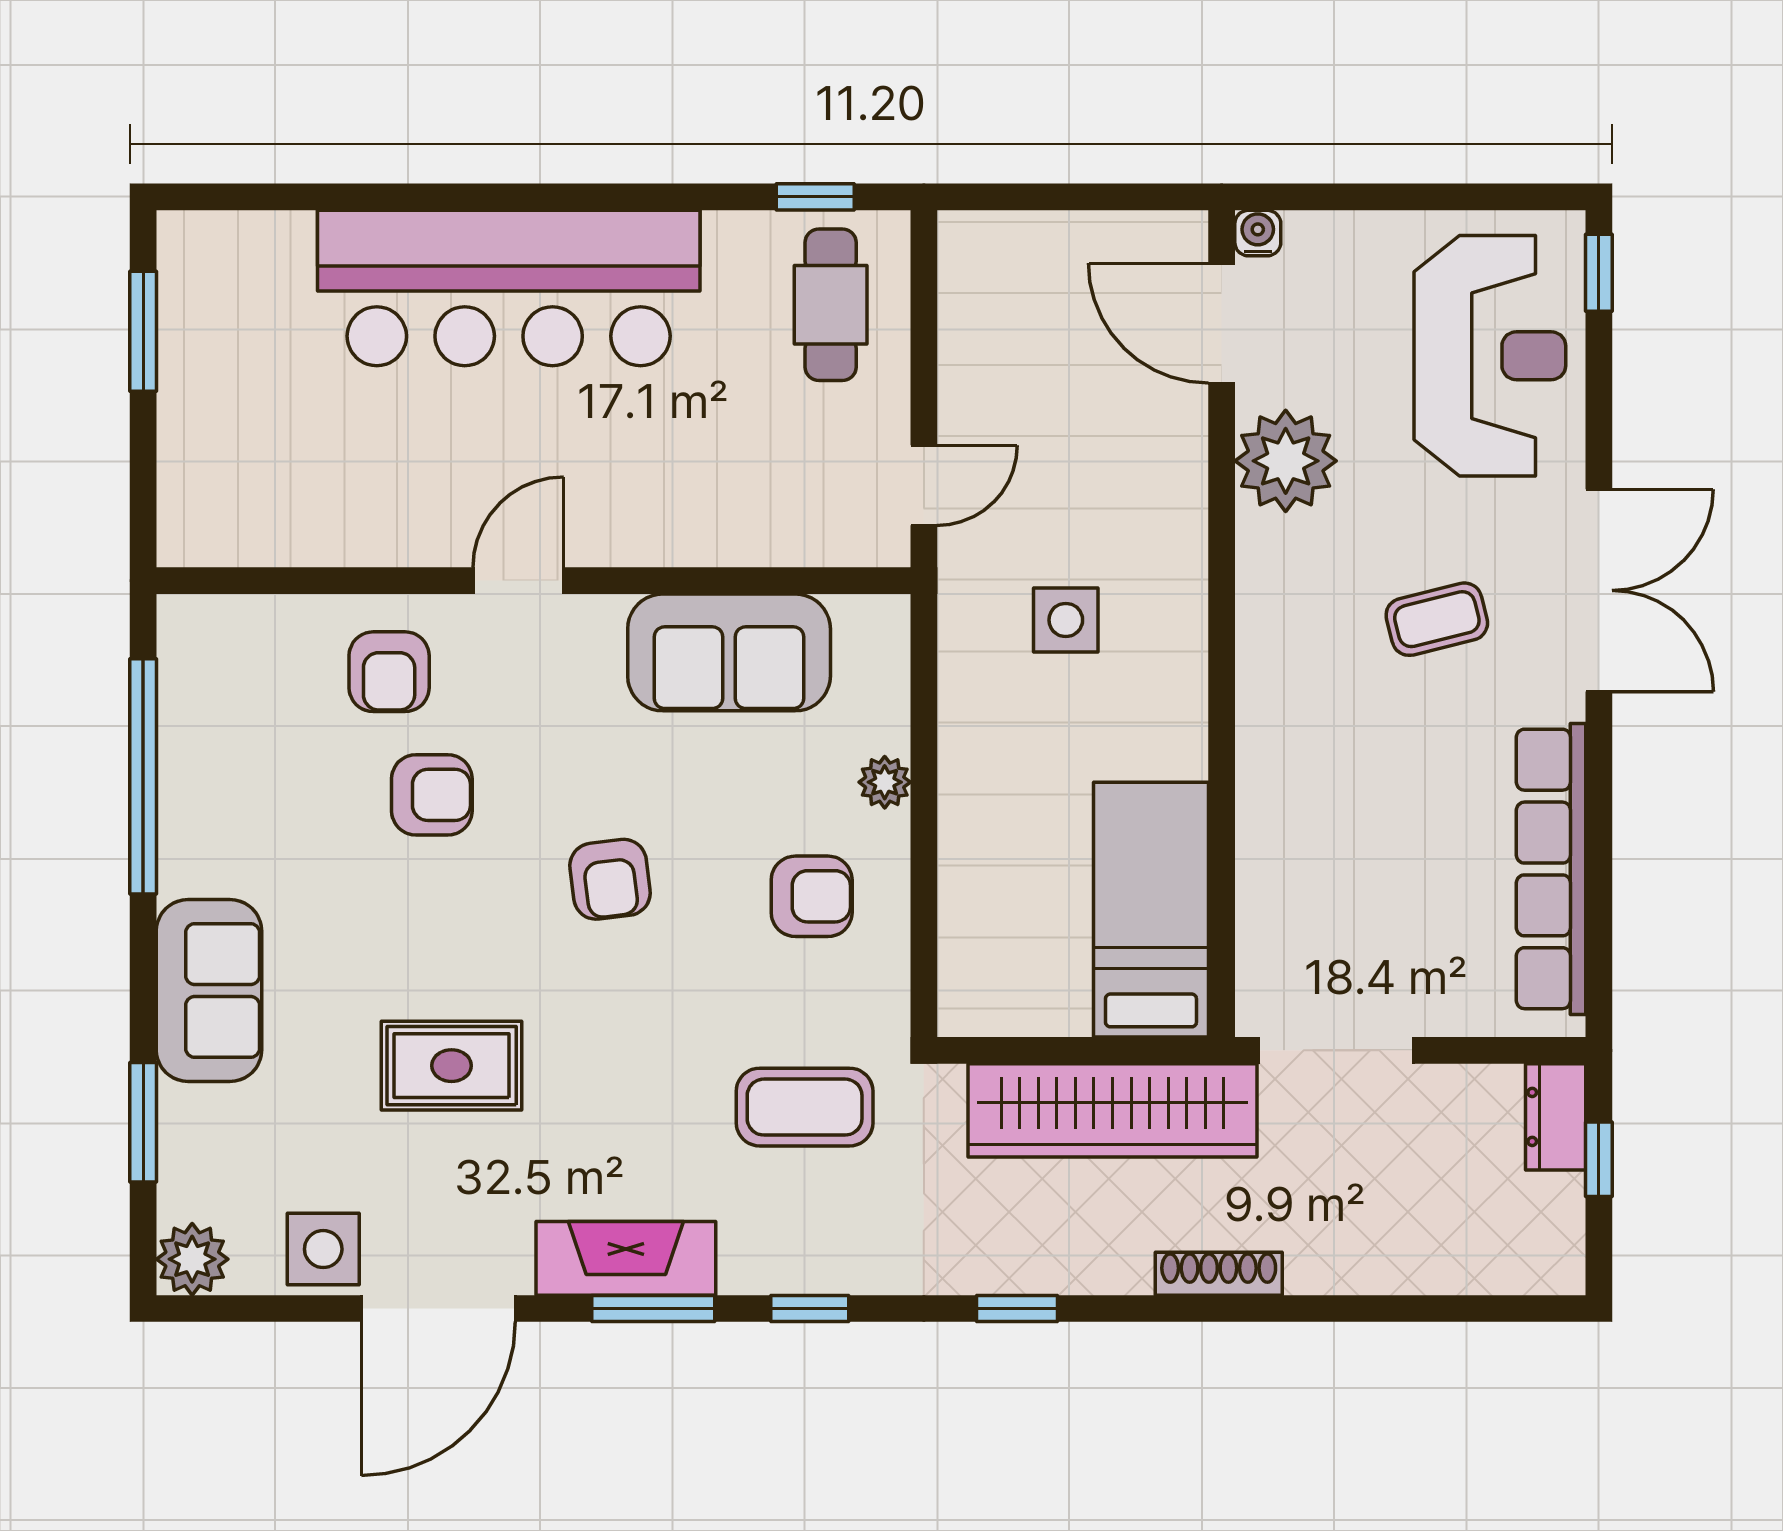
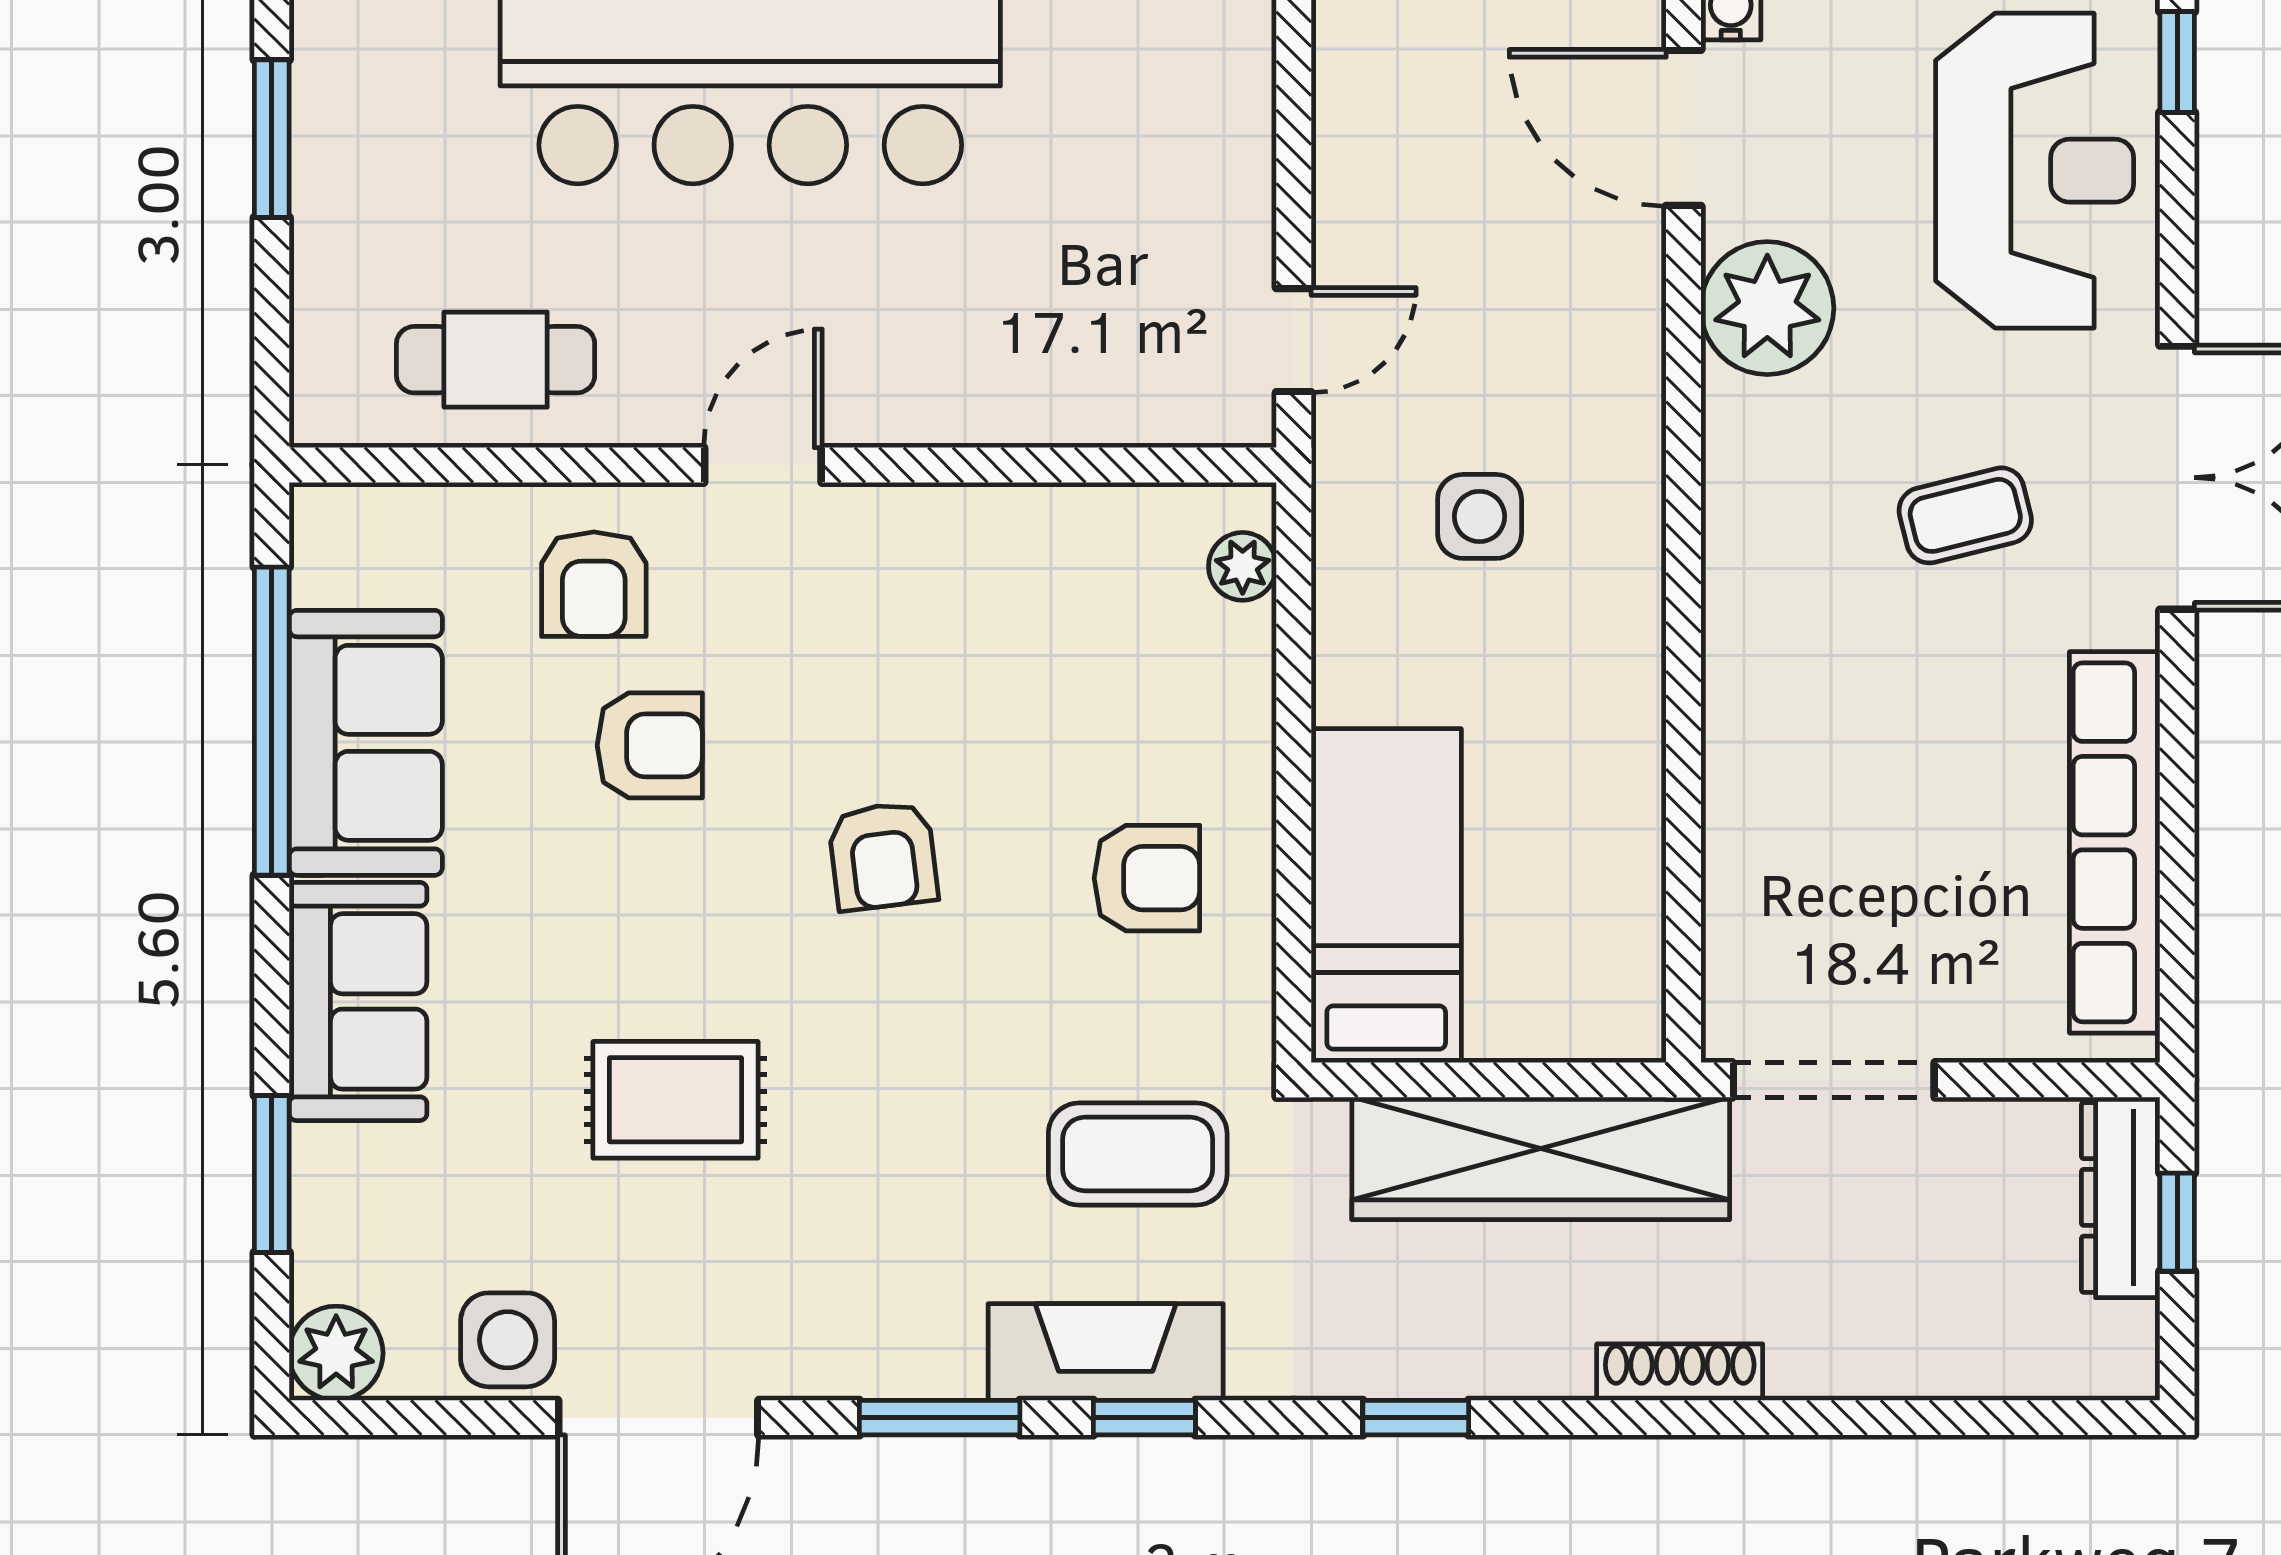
cafe table: (831, 305) -> (496, 360), moved, turned 90
sofa: (729, 652) -> (366, 743), moved, turned -90
plant: (885, 782) -> (1243, 566), moved
bed: (1151, 910) -> (1386, 896), moved
dresser: (1556, 1117) -> (2121, 1197), width x1.44
fireplace: (626, 1258) -> (1106, 1352), moved

